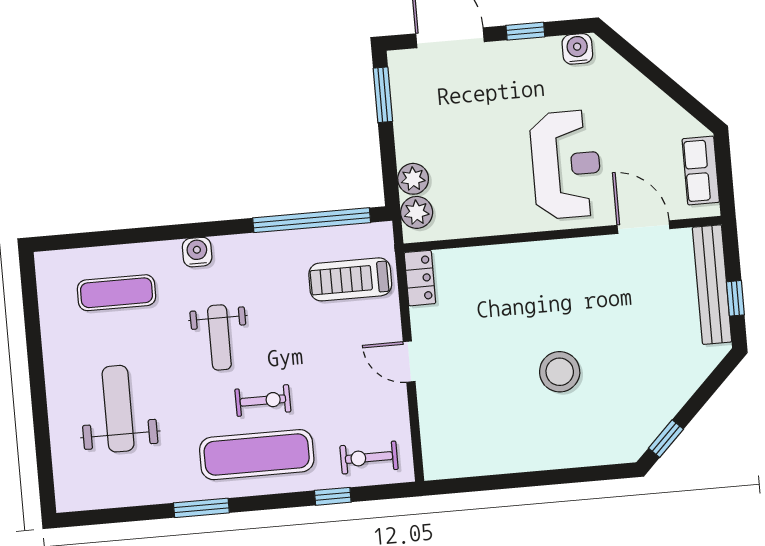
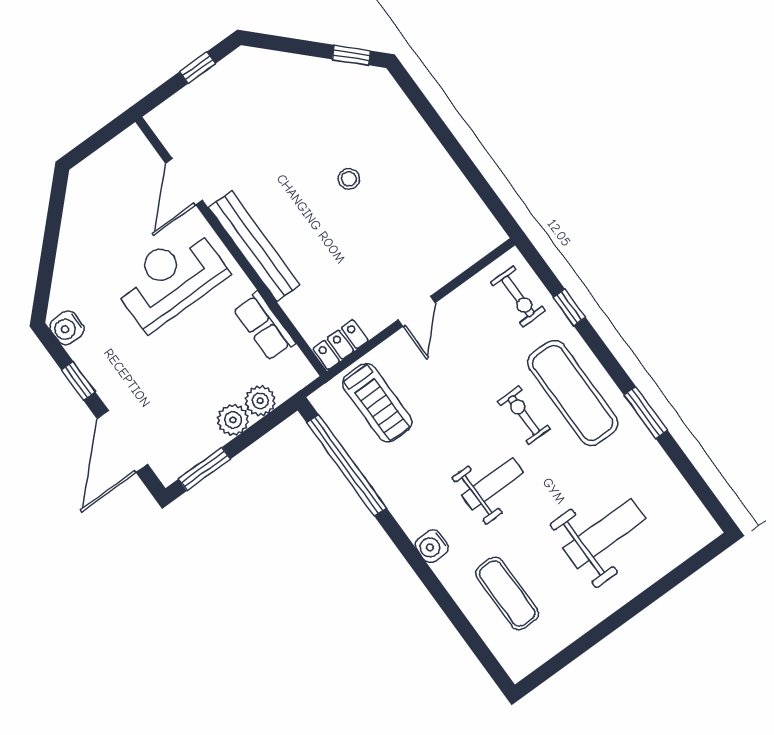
row of seats: (701, 171) -> (264, 326), moved, turned 90
plant: (417, 212) -> (233, 420), moved
bench: (712, 285) -> (254, 246), moved, turned 90
stool: (560, 372) -> (349, 179), width x0.53, depth x0.53
weight bench: (118, 409) -> (604, 533), turned 180

